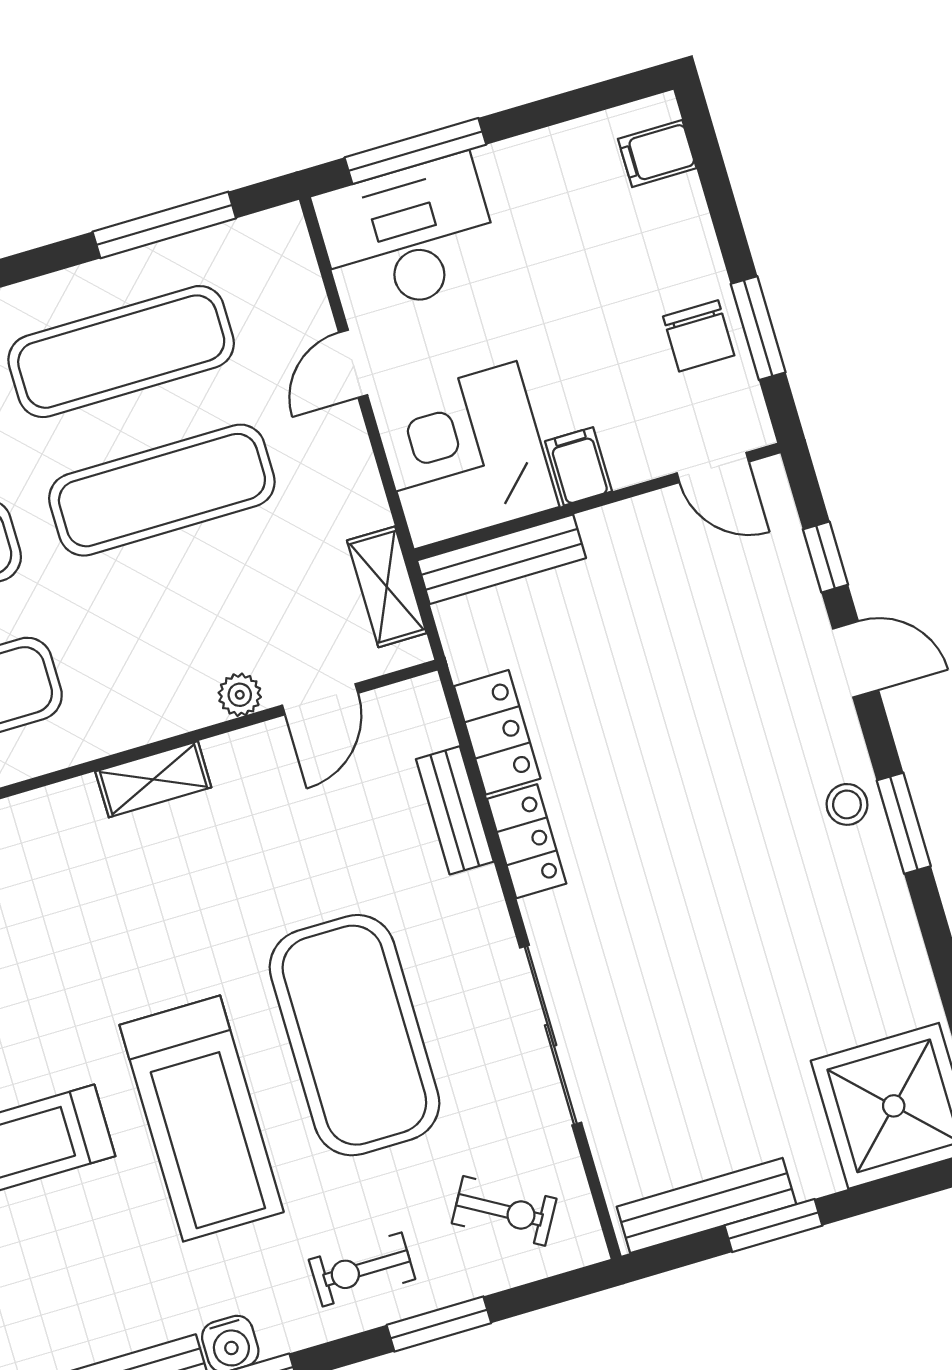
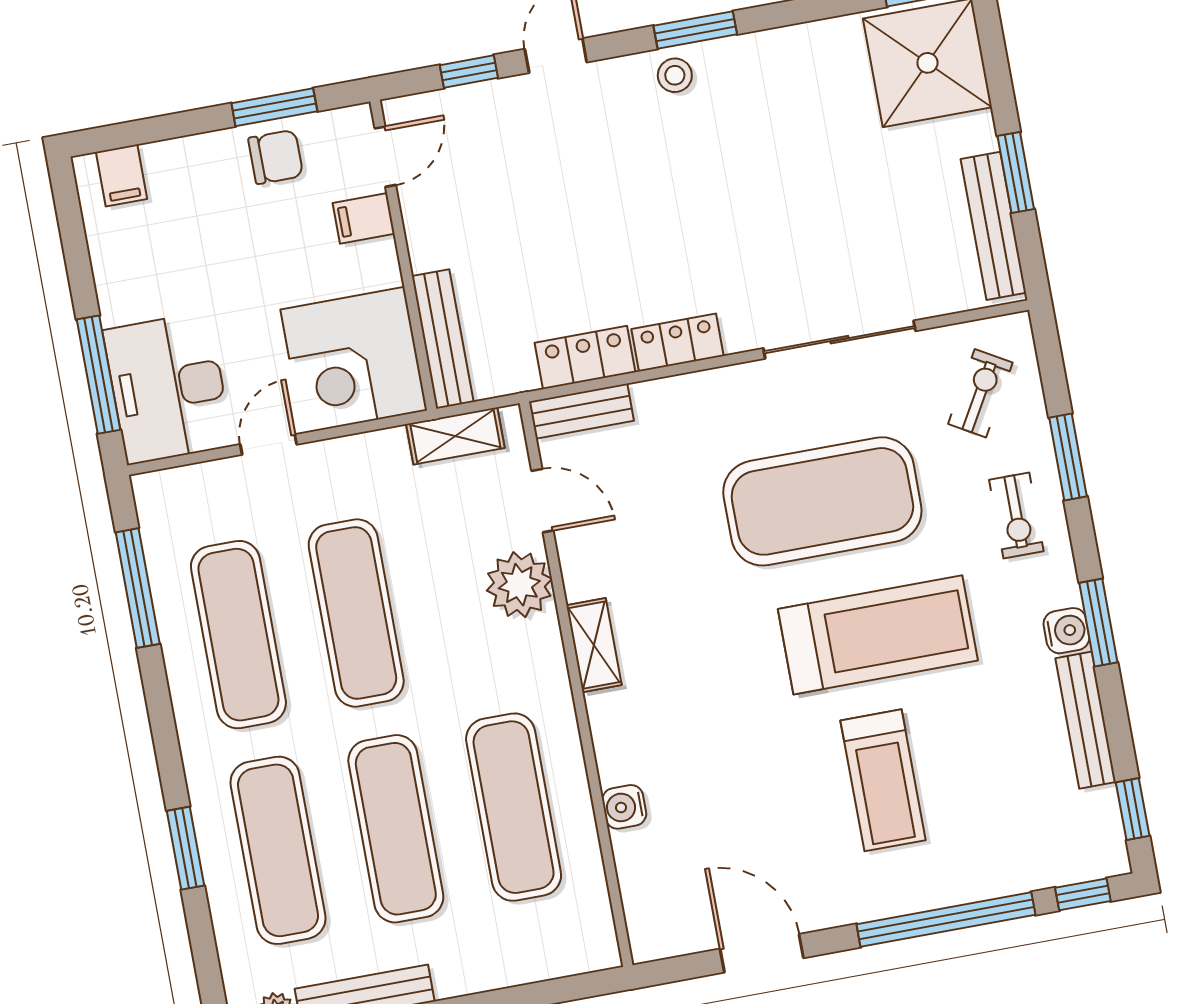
door: (353, 364) -> (269, 444), swing flipped
filing cabinet: (578, 466) -> (364, 218), moved
plant: (240, 695) -> (519, 585), width x1.88, depth x1.88
bench: (455, 810) -> (581, 411), moved

